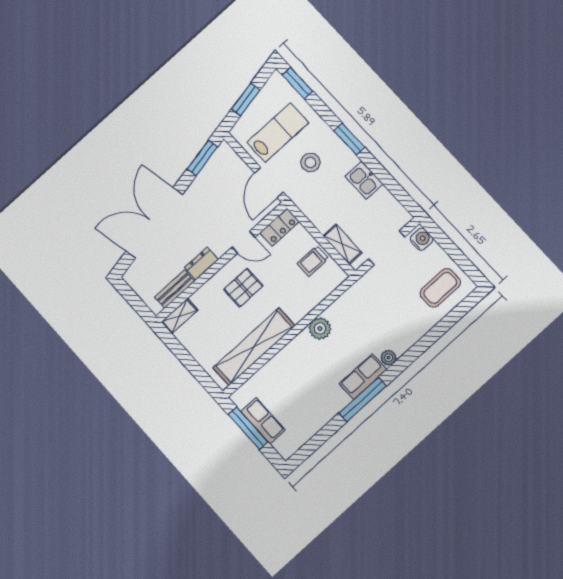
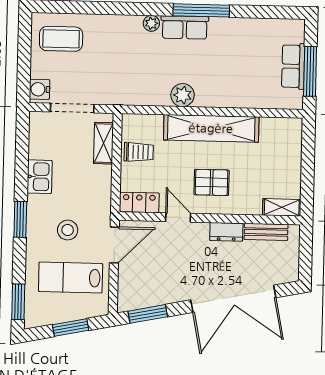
shelving: (254, 347) -> (211, 128), moved

